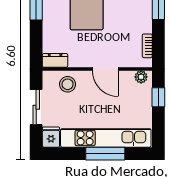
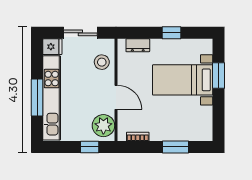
dresser: (55, 60) -> (138, 45), moved, turned 90
door: (105, 69) -> (116, 97), swing flipped
plant: (141, 77) -> (103, 126), width x1.87, depth x1.87

